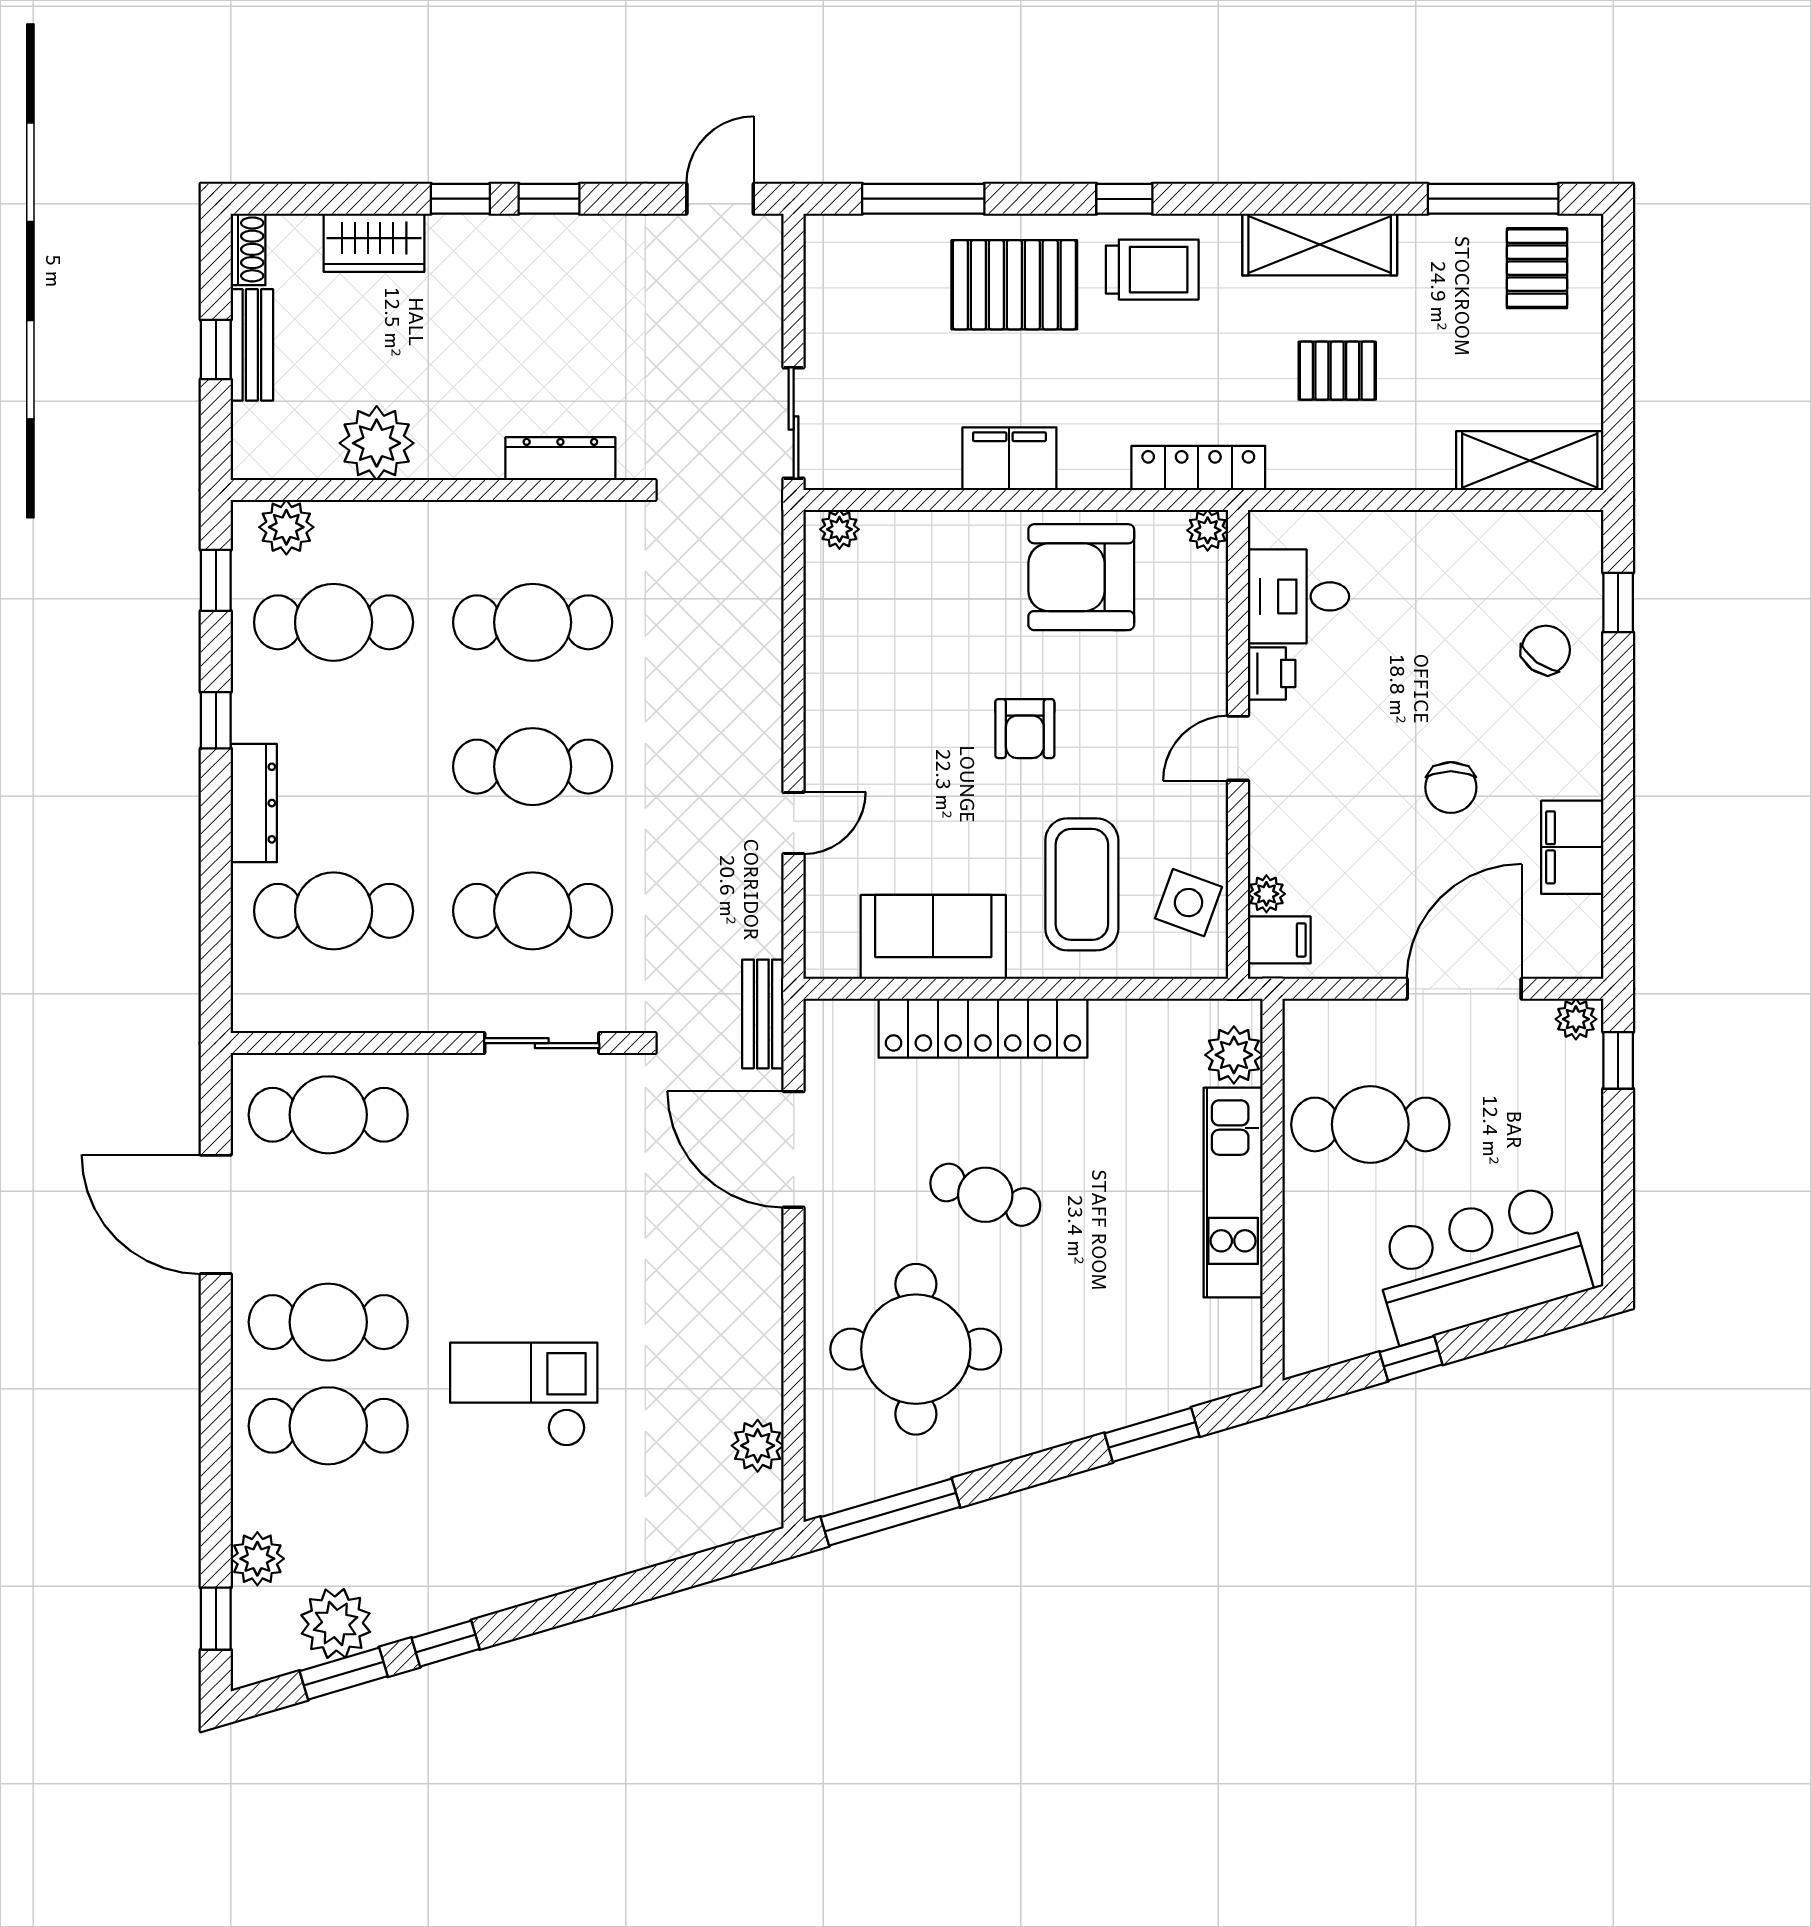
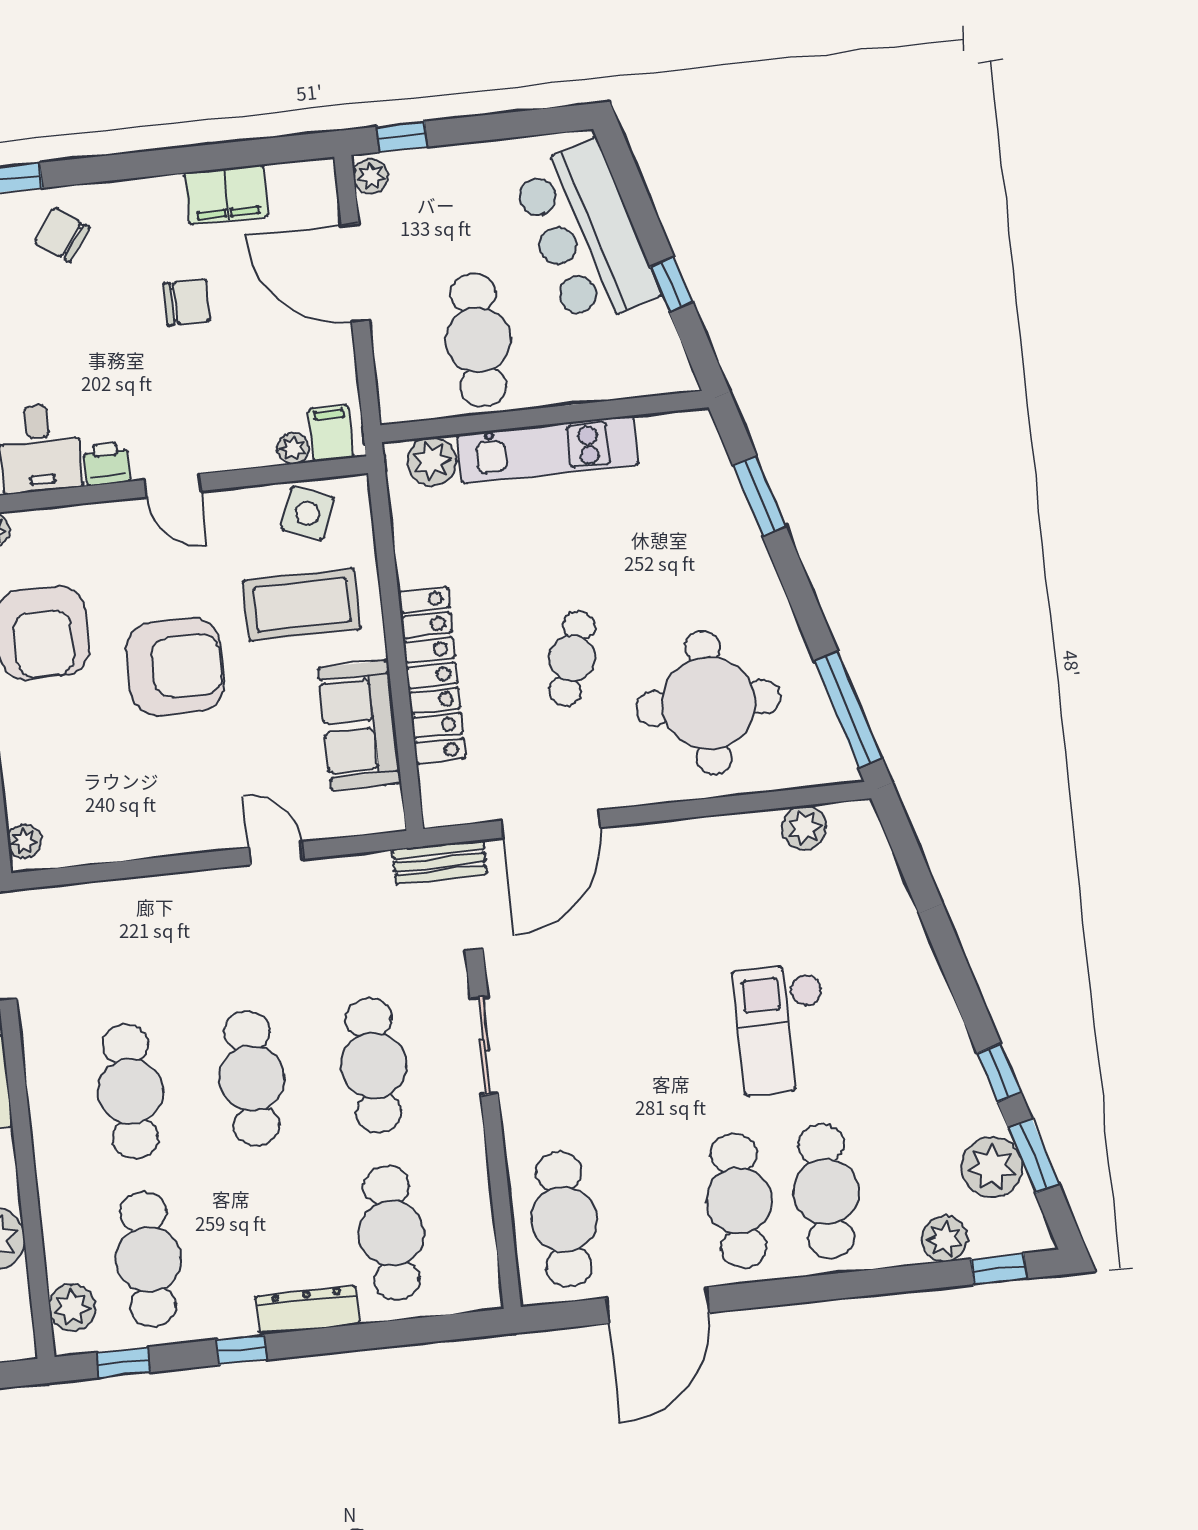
armchair: (1025, 729) -> (176, 667), width x1.88, depth x1.88

